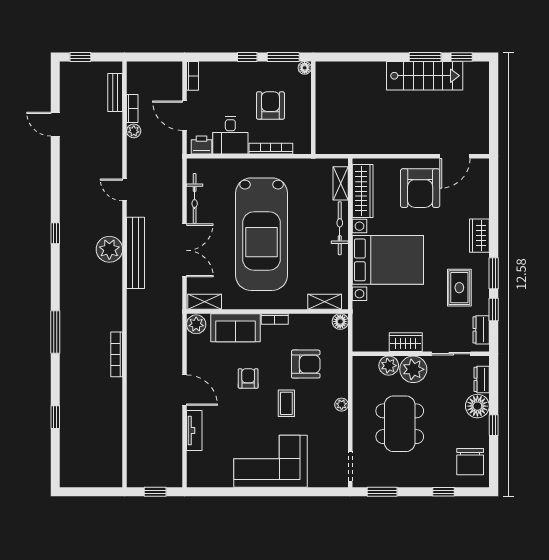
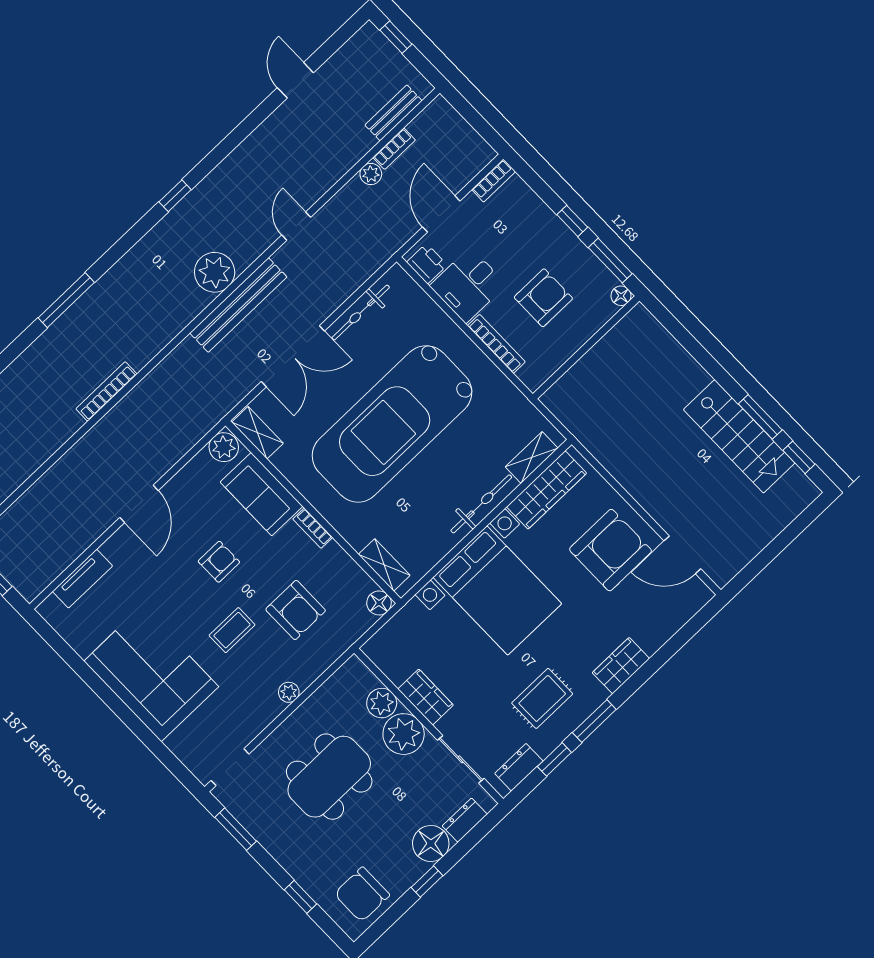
armchair: (420, 188) -> (610, 550), turned 180
tv unit: (194, 431) -> (82, 579), moved

